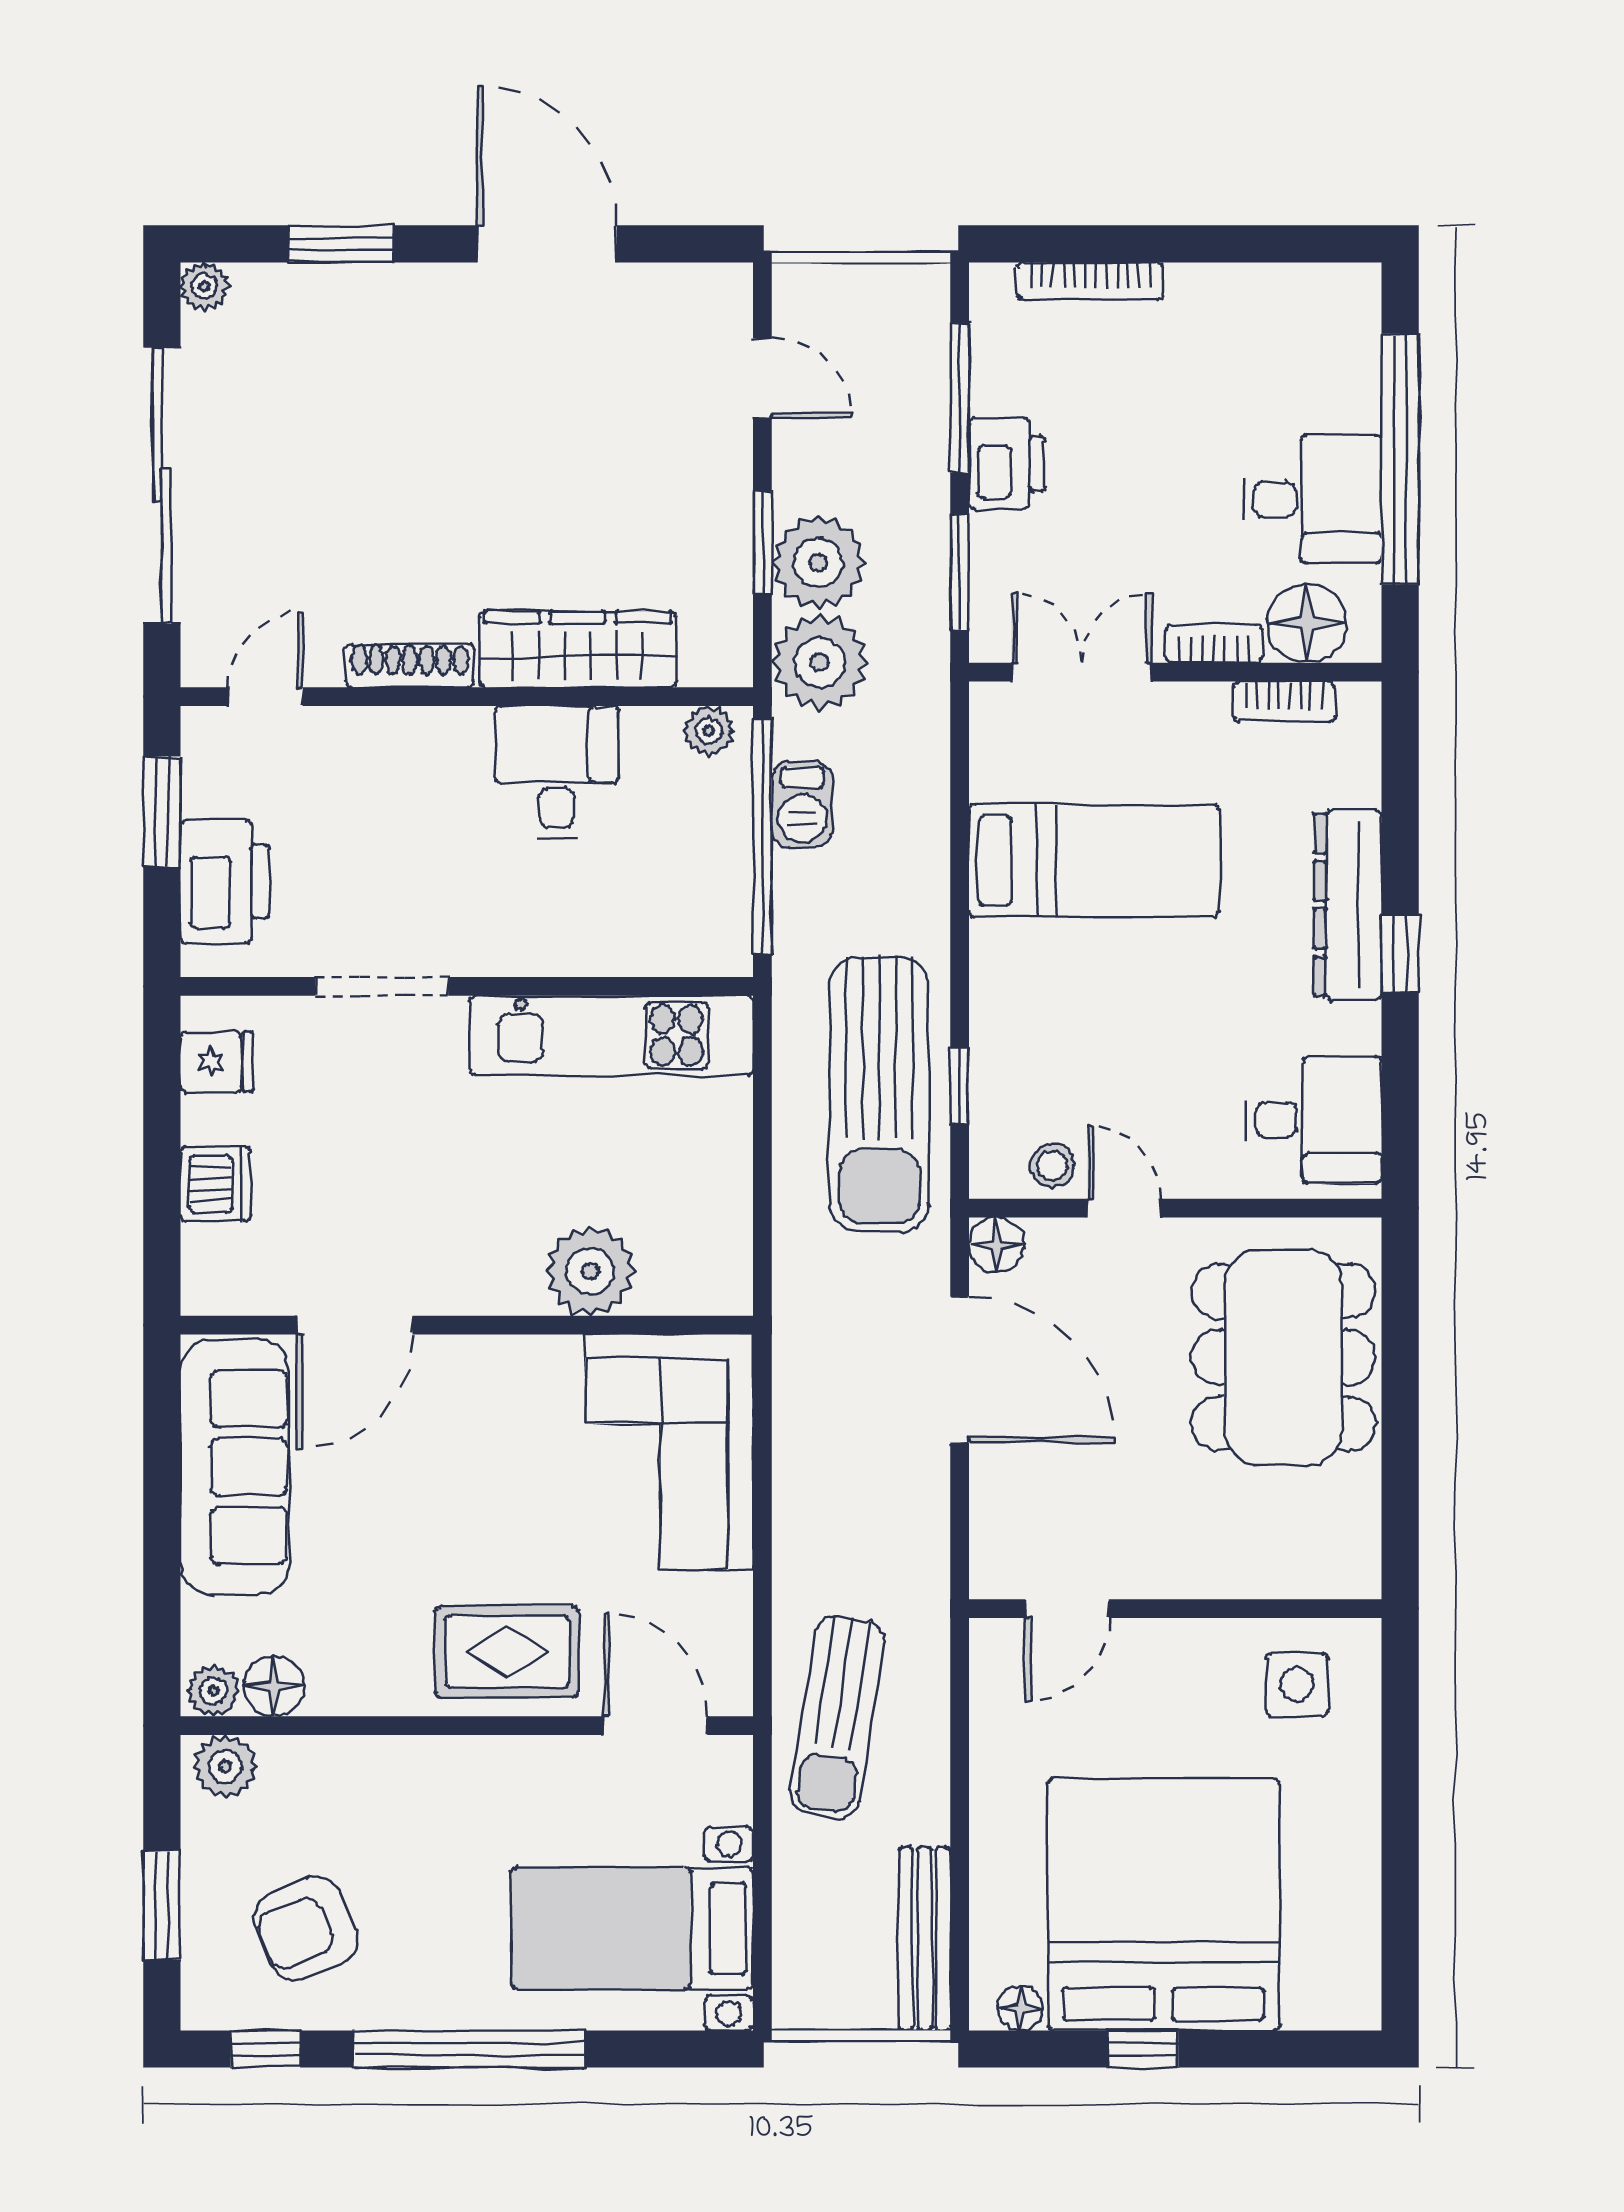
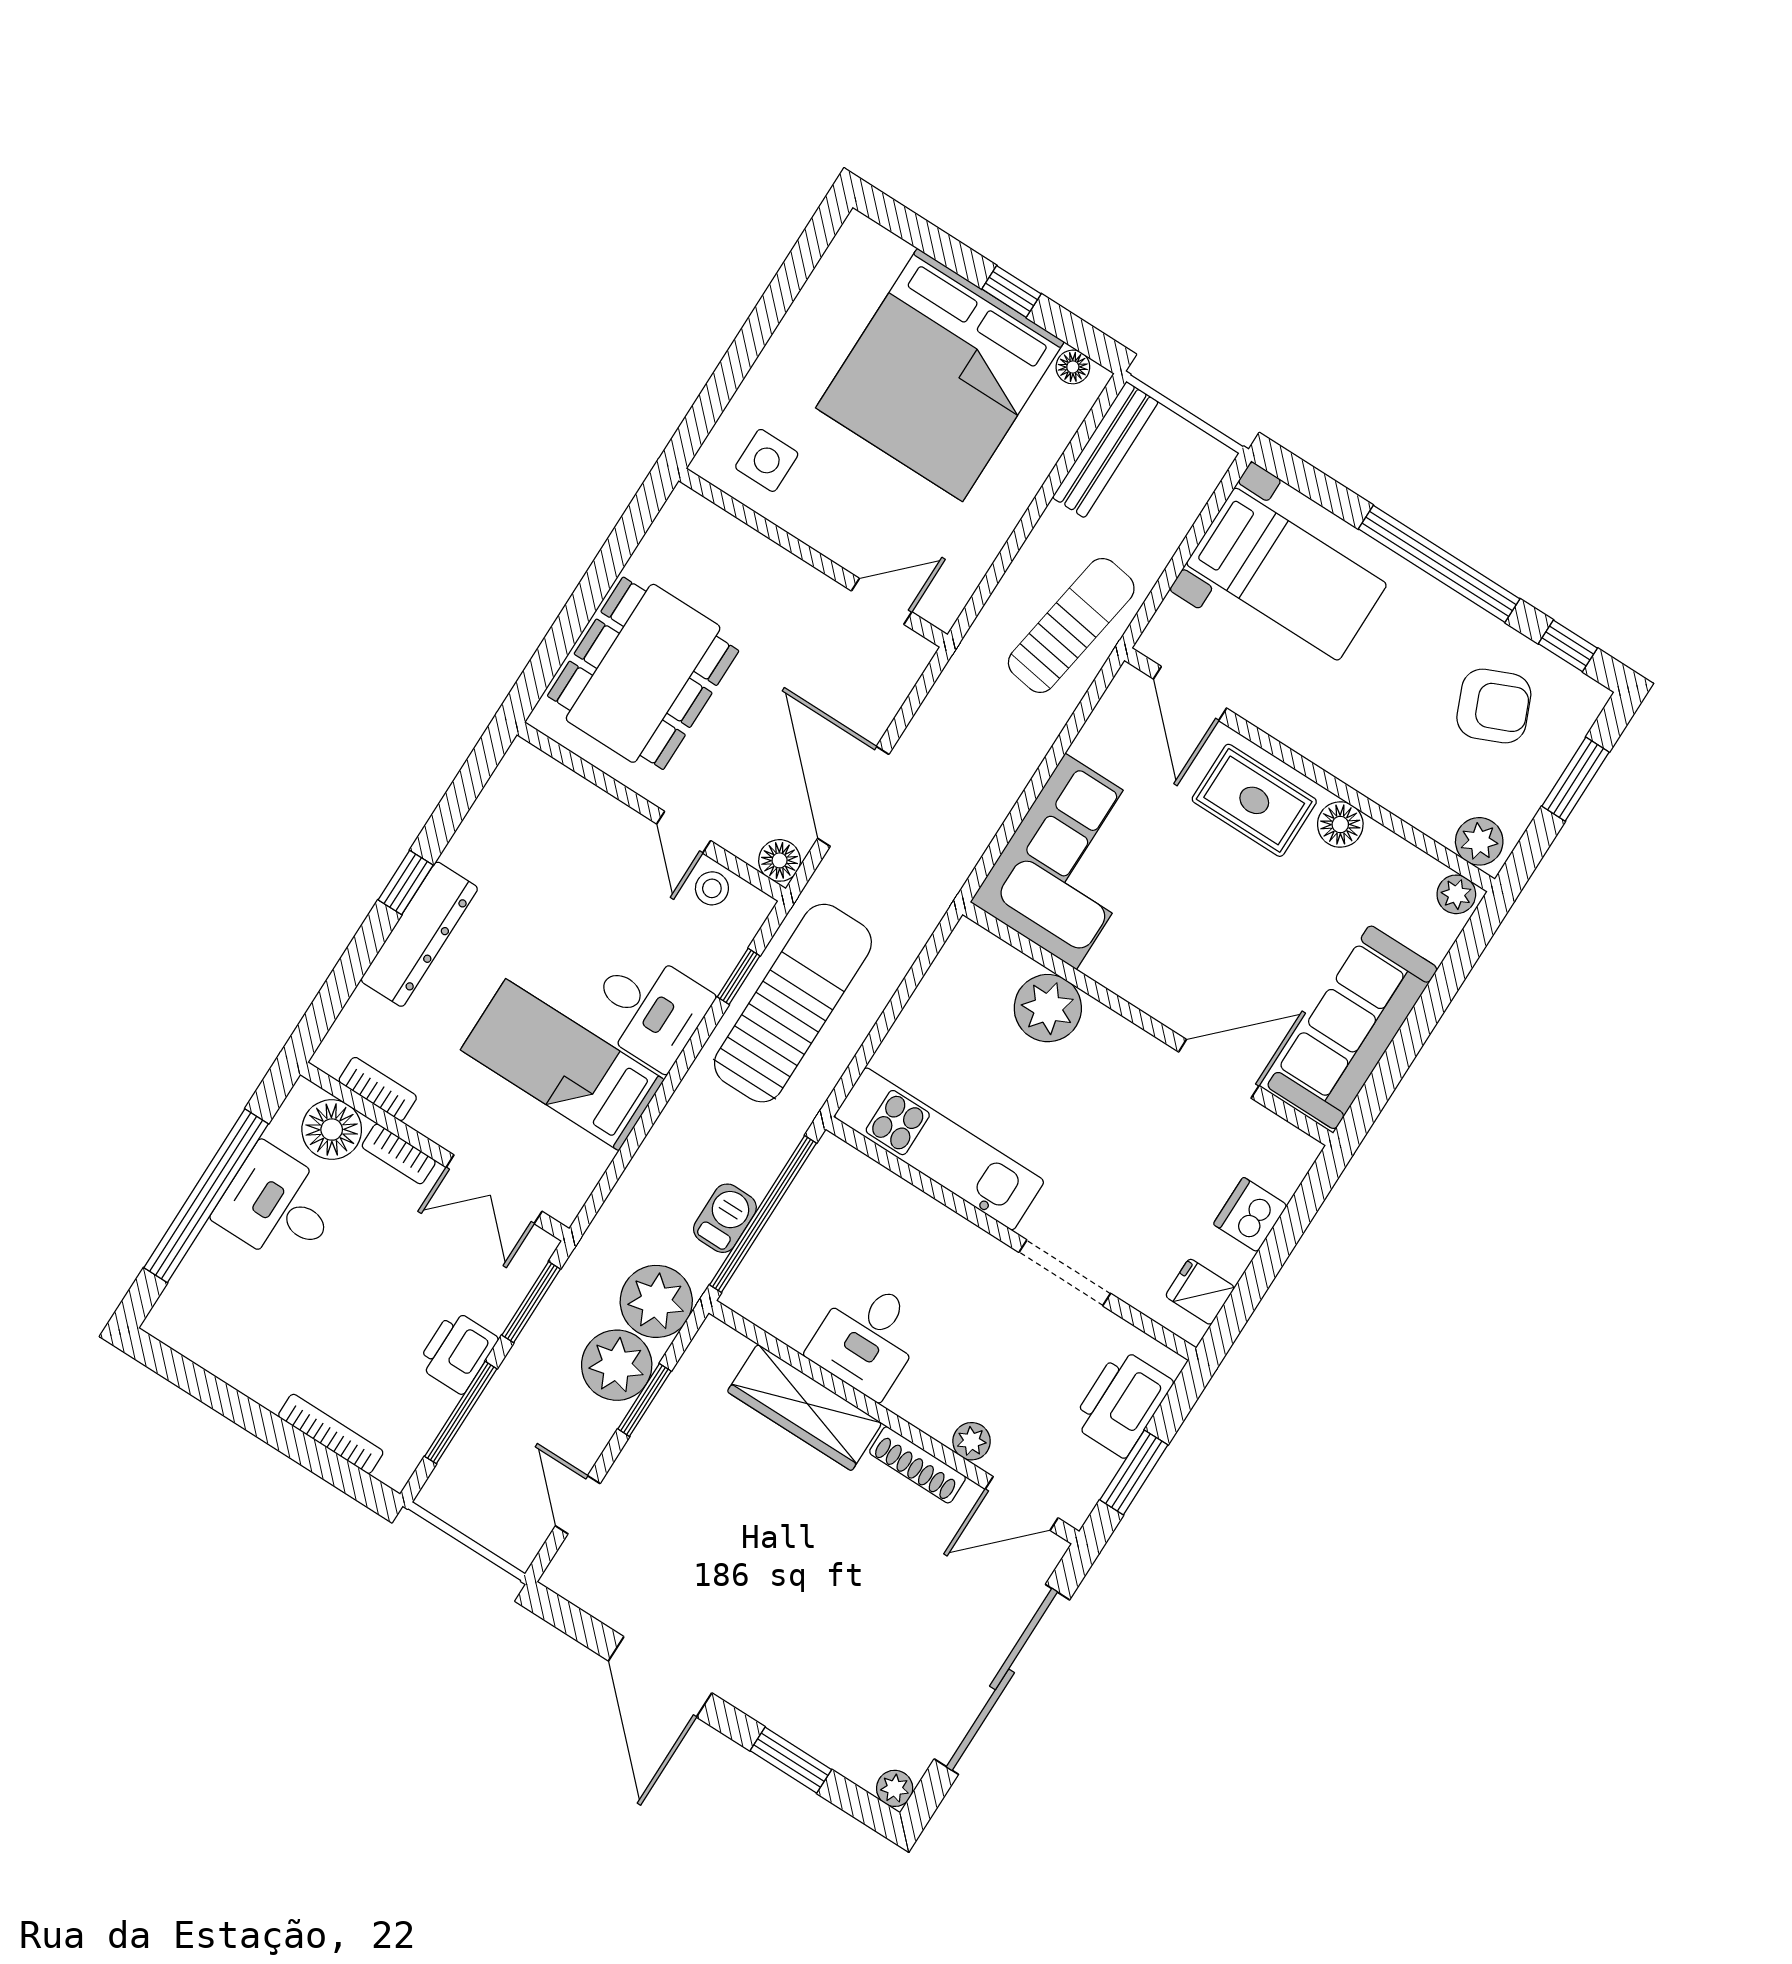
door: (265, 697) -> (1022, 1503), width x1.38
plant: (709, 731) -> (972, 1441), moved
desk: (1313, 1120) -> (649, 1009), moved, turned 180
floor lamp: (274, 1686) -> (1340, 825), moved

